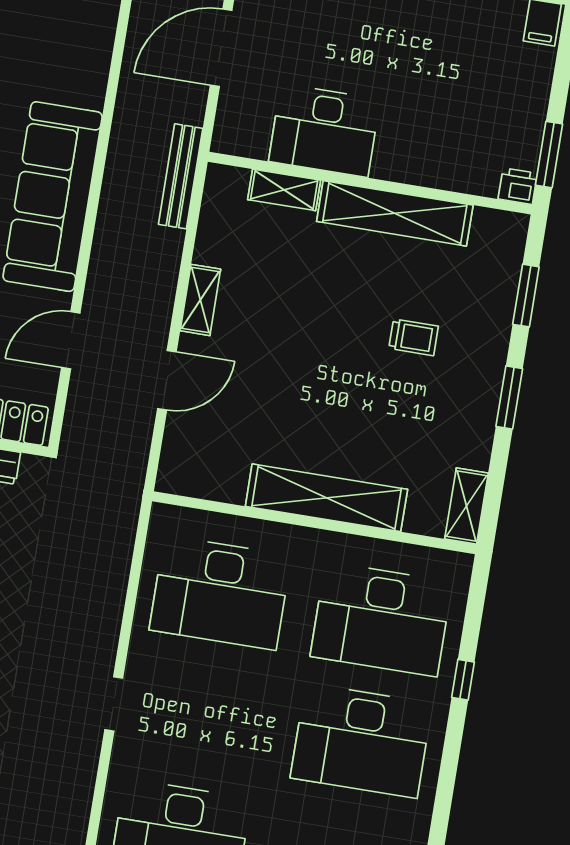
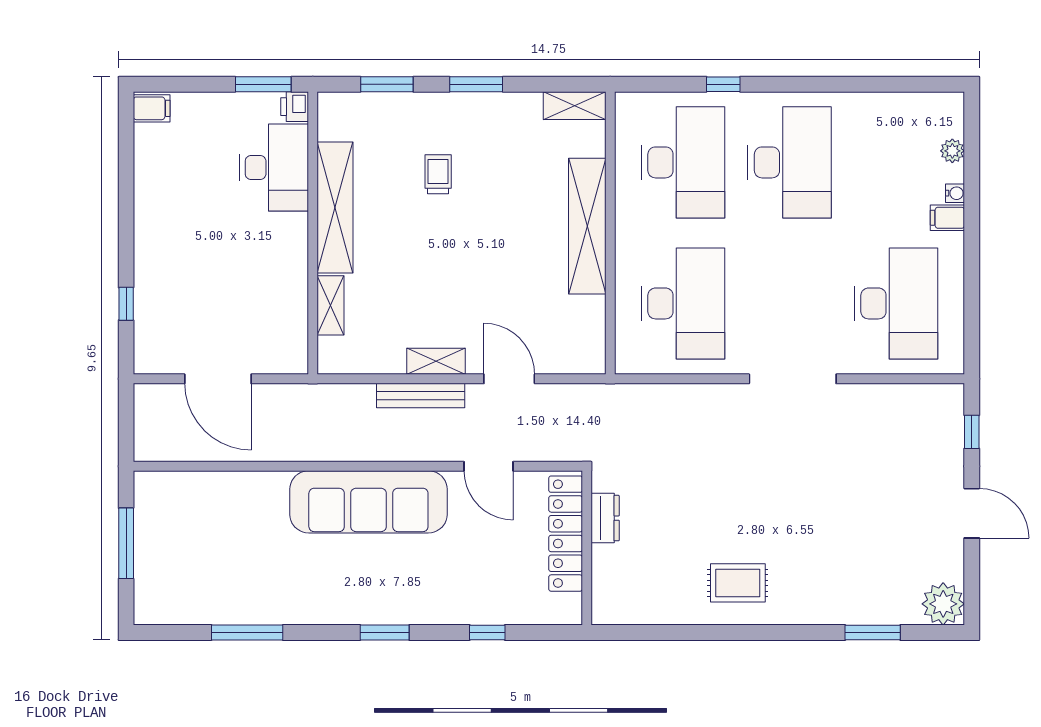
desk: (324, 130) -> (274, 168), moved
bench: (181, 176) -> (421, 395), moved
doorway: (114, 704) -> (793, 379), width x1.87

